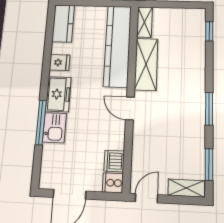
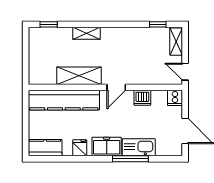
shelving: (144, 22) -> (87, 33), moved
window: (209, 109) -> (114, 24), removed
kitchen sink: (54, 128) -> (139, 147), width x1.38
dishwasher: (114, 161) -> (142, 98), moved
window: (209, 165) -> (158, 24), width x0.67

